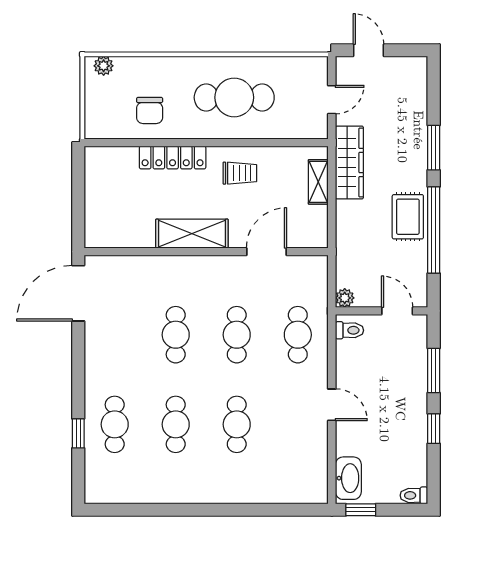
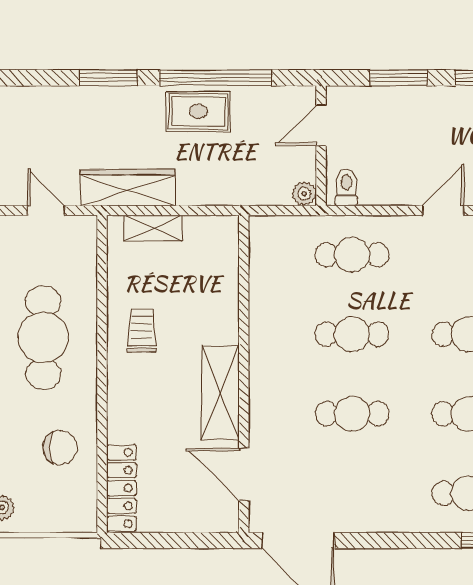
locker: (173, 158) -> (121, 488), moved
door: (266, 252) -> (244, 474), moved

